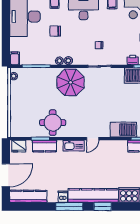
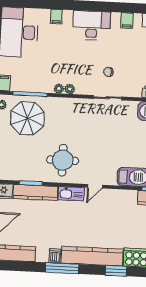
chair: (55, 31) -> (55, 52), removed
parasol: (71, 82) -> (27, 118), moved
round table: (53, 123) -> (63, 160), moved
kitchen counter: (44, 146) -> (35, 193), width x1.50
window: (103, 206) -> (116, 271), moved

